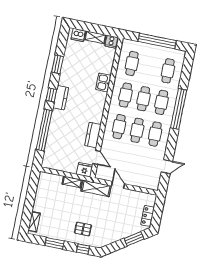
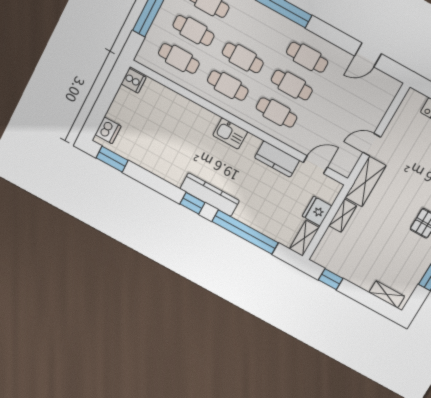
shelving: (95, 37) -> (304, 238), moved
window: (58, 64) -> (112, 159), moved
kitchen sink: (103, 82) -> (230, 133), moved
kitchen counter: (61, 98) -> (210, 195), width x1.50
cafe table: (162, 102) -> (193, 31), moved
door: (167, 167) -> (368, 55), swing flipped
fridge: (85, 170) -> (317, 211), moved
window: (33, 187) -> (331, 279), added

